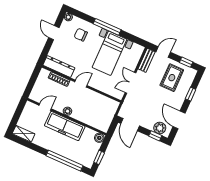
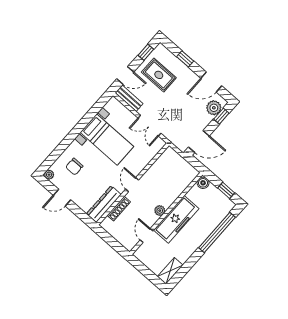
window: (107, 27) -> (75, 133), removed
door: (163, 52) -> (125, 75), swing flipped

